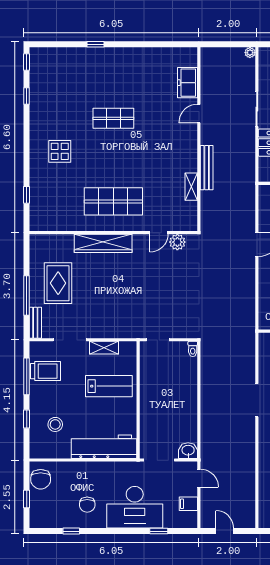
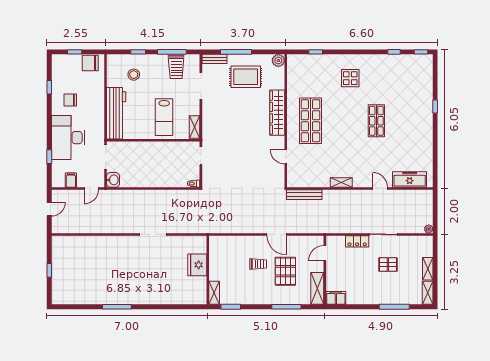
freezer: (188, 83) -> (410, 179), width x1.40
bench: (207, 168) -> (304, 195), moved
shelving: (191, 187) -> (341, 182), moved
plant: (177, 242) -> (278, 60), moved
shelving: (104, 348) -> (195, 127), moved

